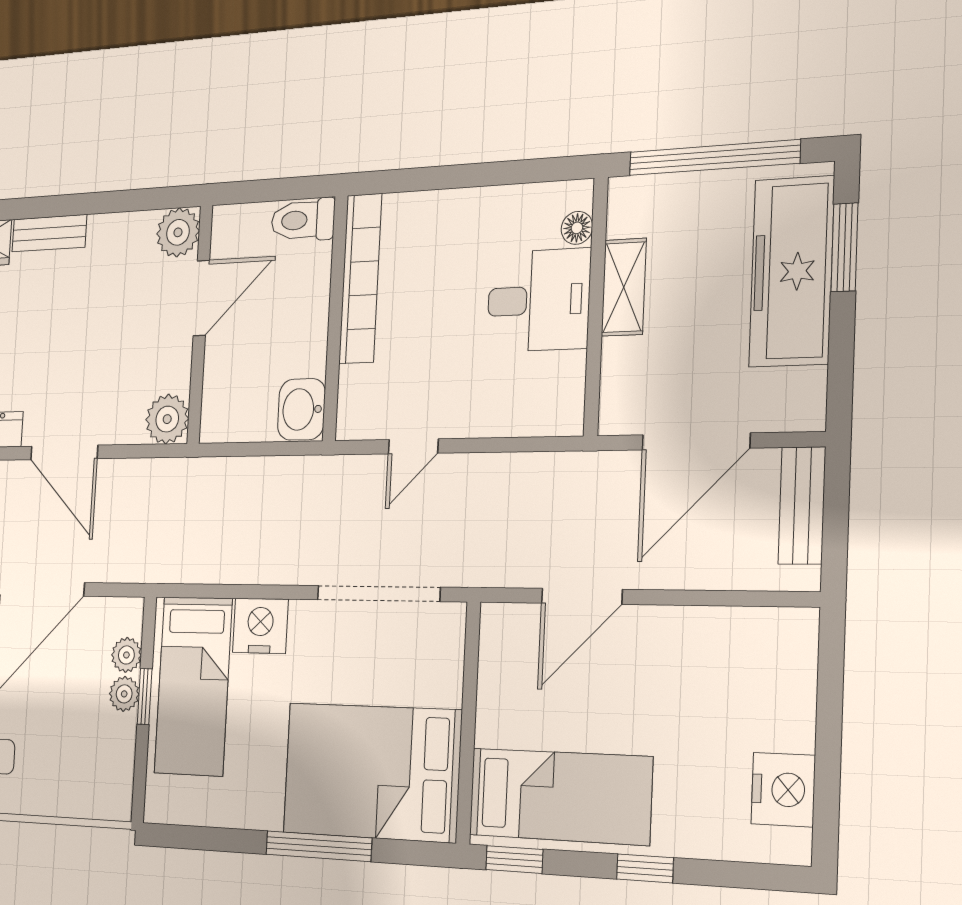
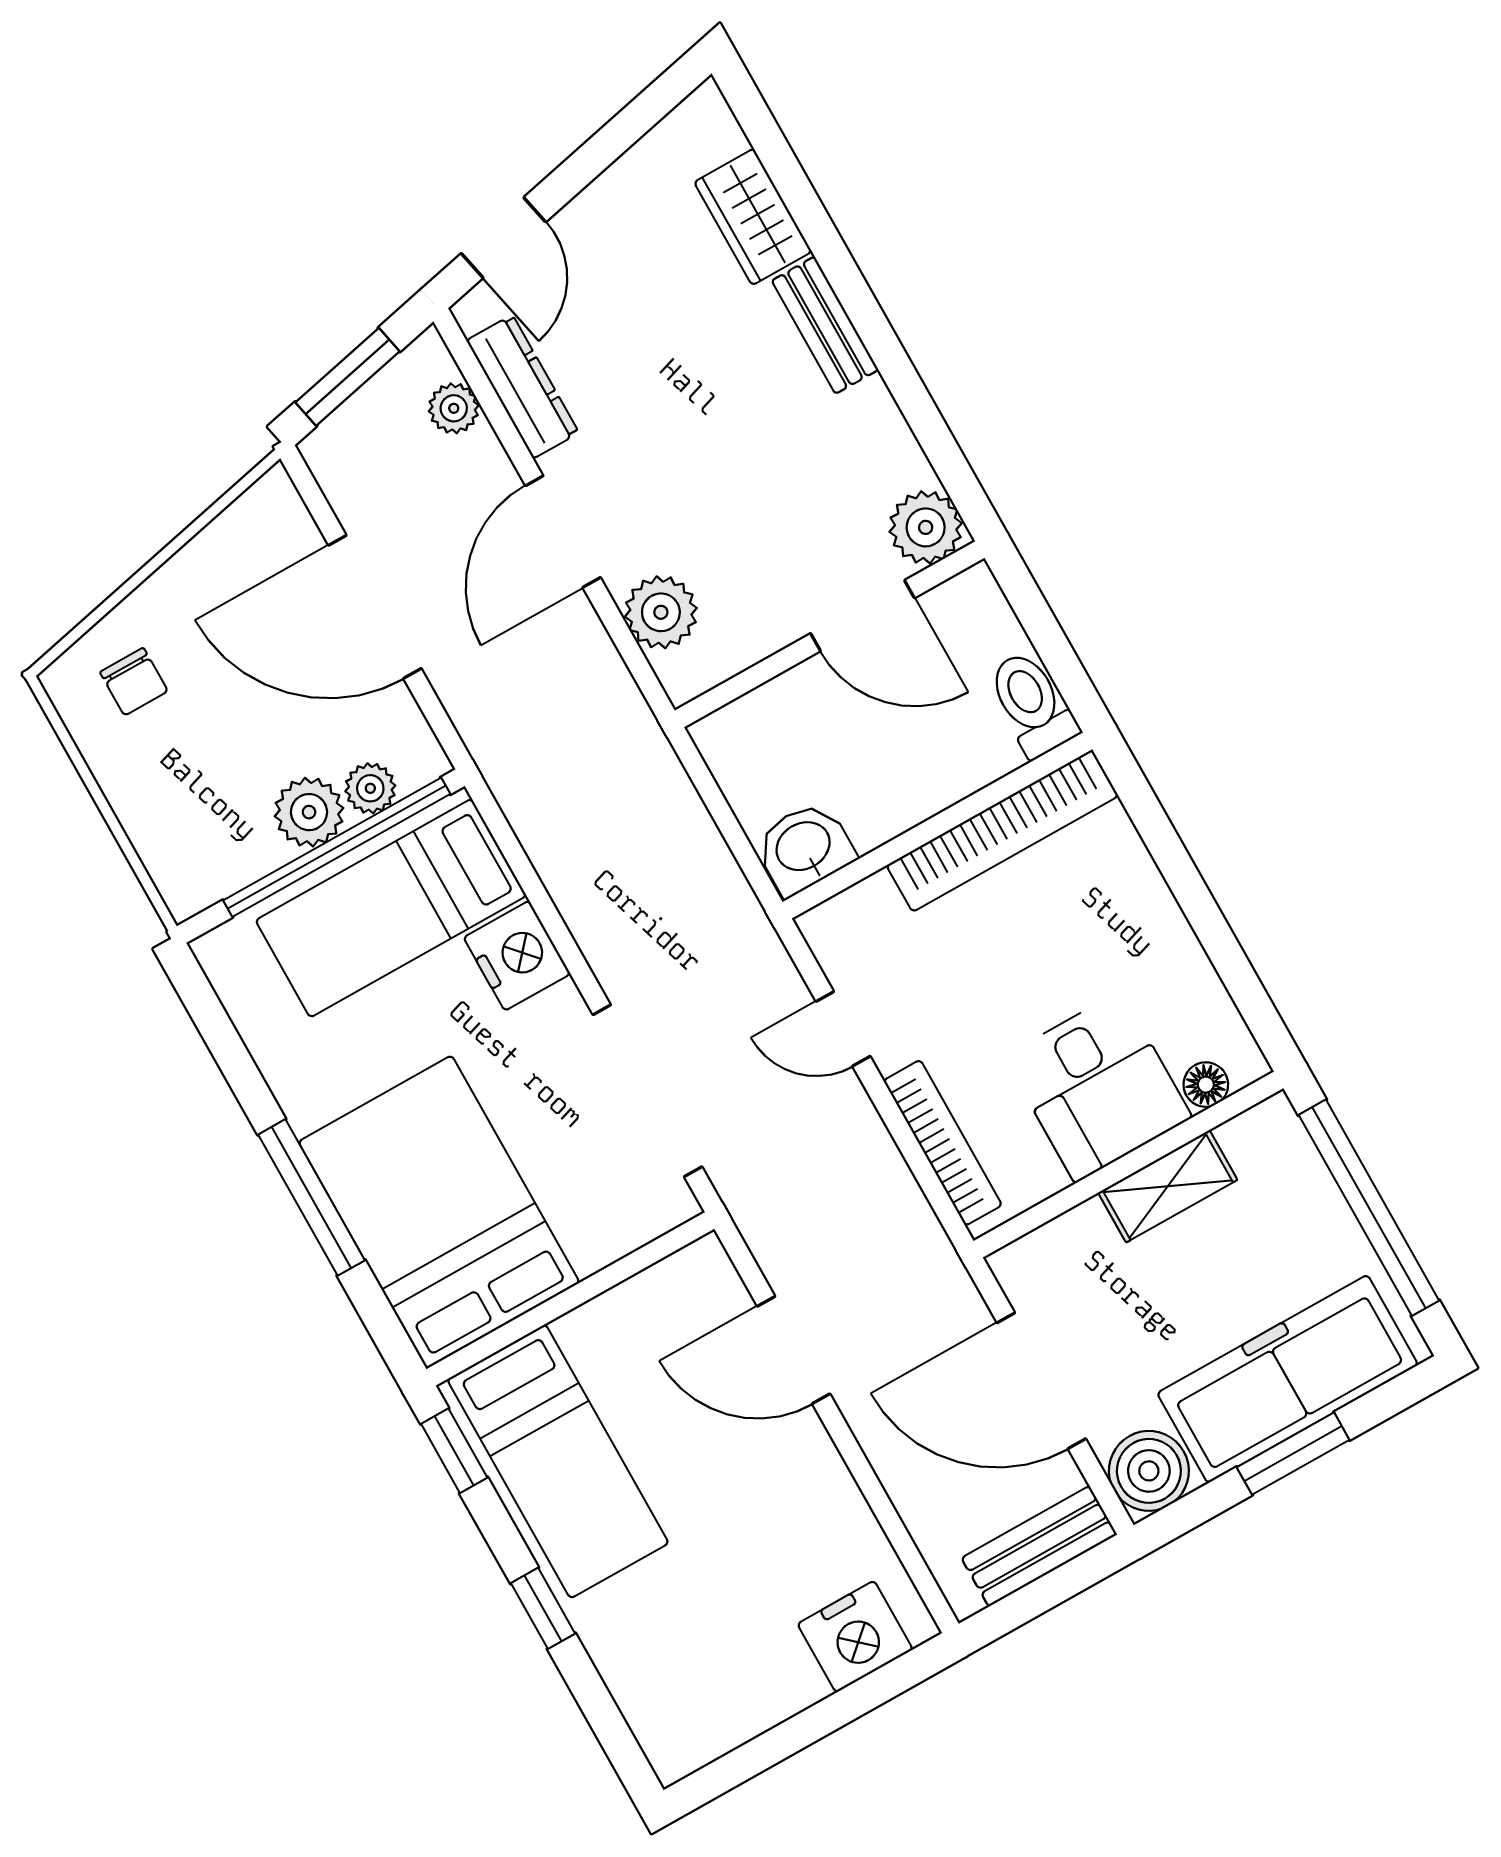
window: (844, 247) -> (1293, 1454), moved
boiler: (796, 401) -> (1149, 1471), added
plant: (167, 419) -> (661, 612), moved
bookcase: (514, 422) -> (943, 1143), added
plant: (124, 694) -> (309, 812), width x1.38, depth x1.38
window: (145, 696) -> (337, 847), width x3.17
nightstand: (783, 790) -> (855, 1637), moved

